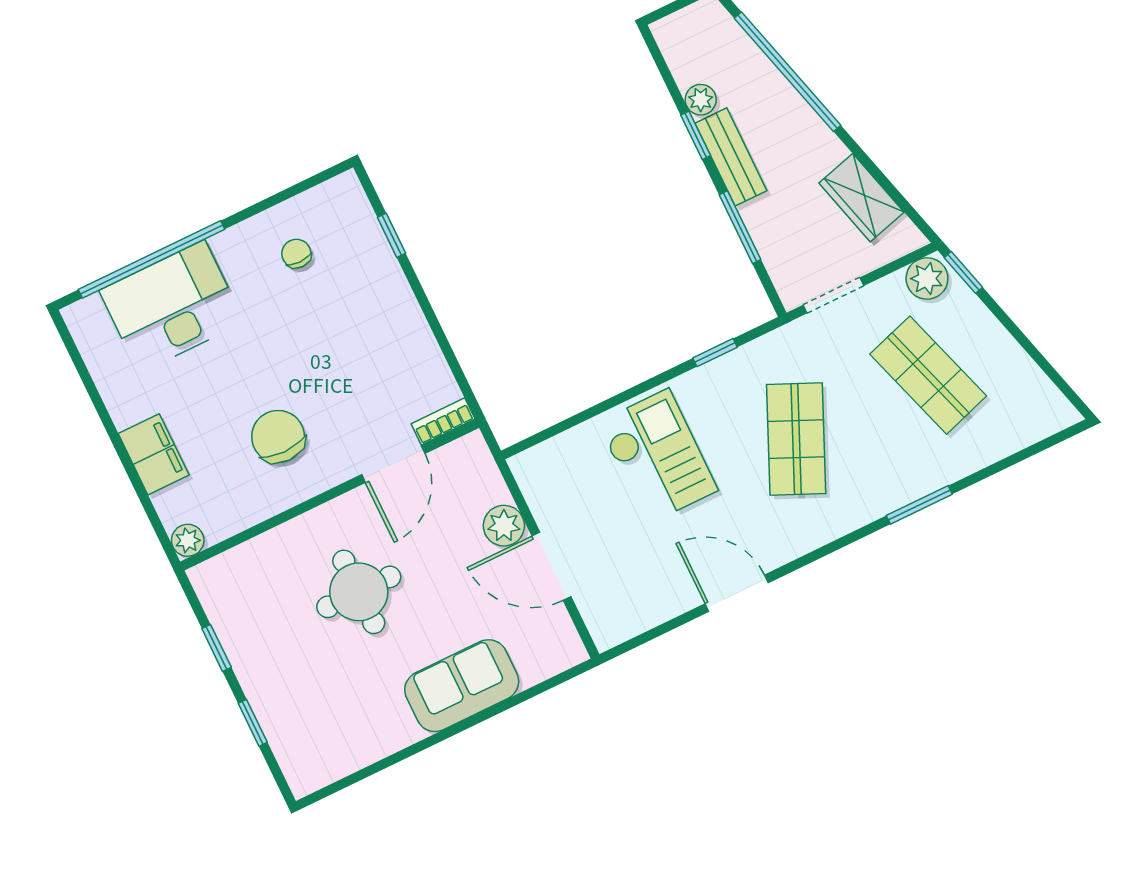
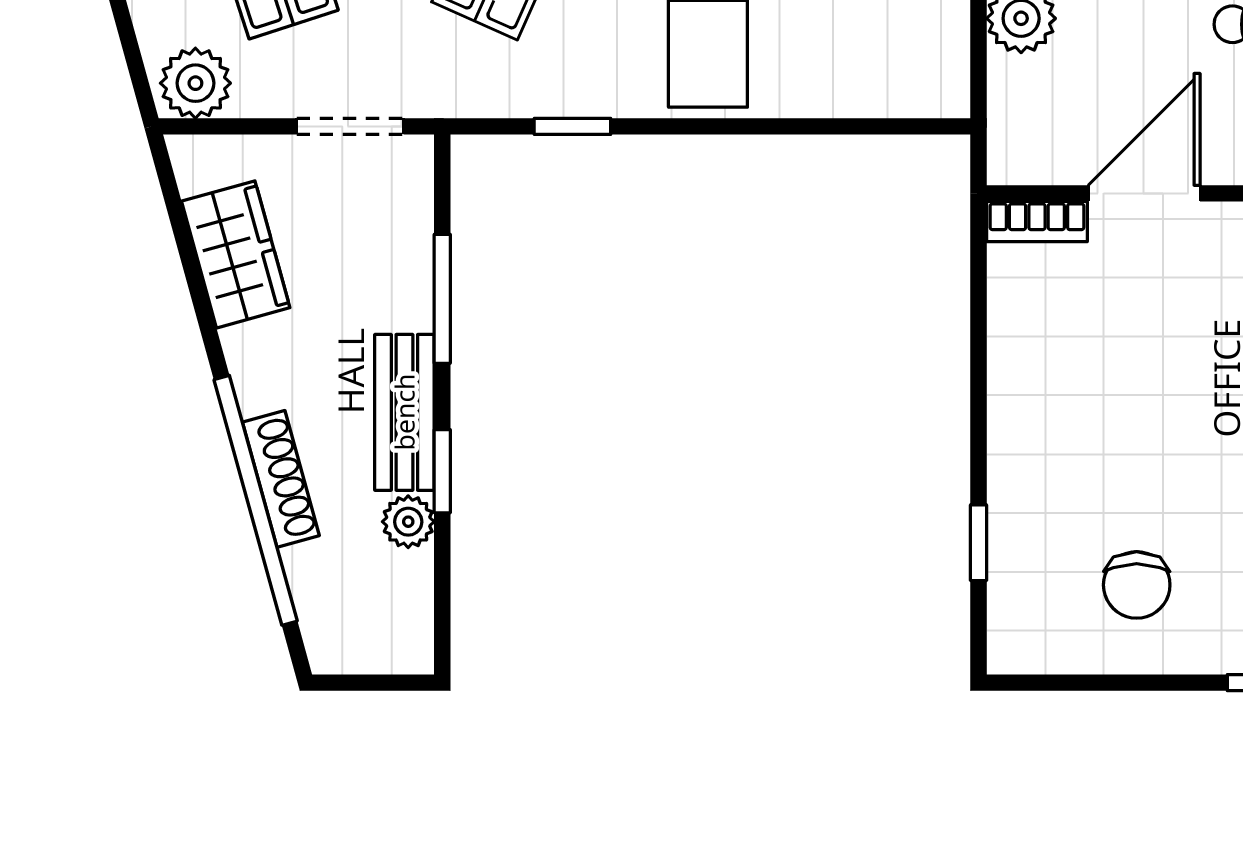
shoe rack: (780, 90) -> (281, 479), added
chair: (296, 254) -> (1137, 585), width x1.37, depth x1.37
window: (963, 272) -> (136, 66), removed

